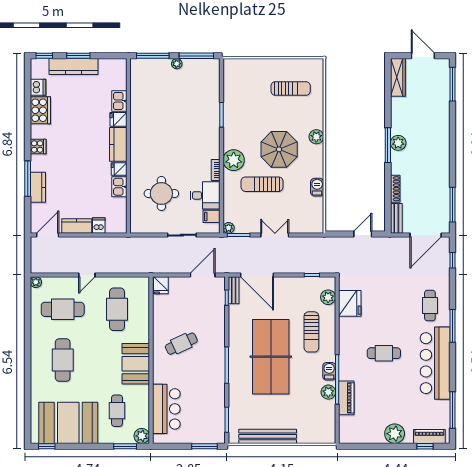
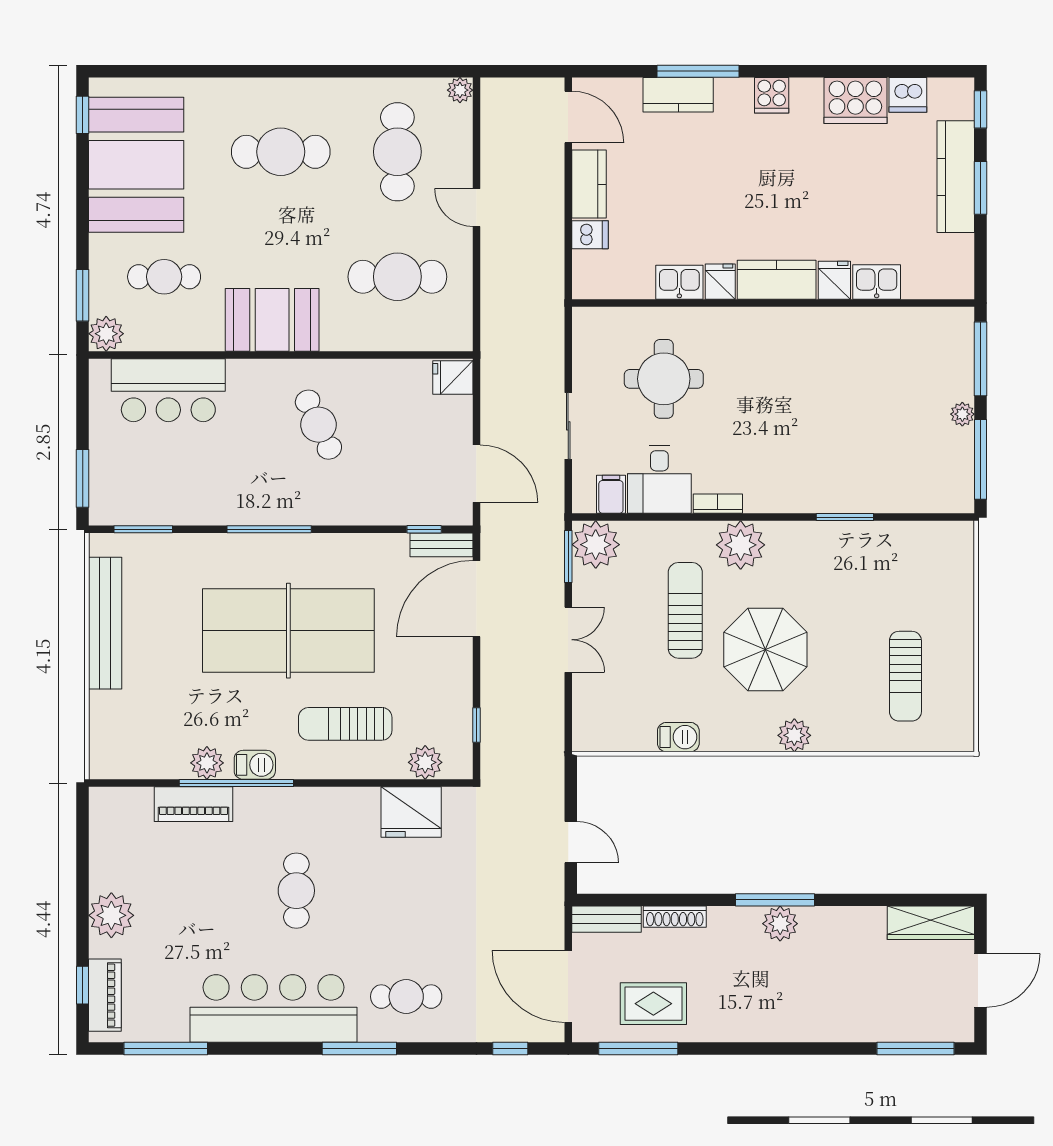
rug: (433, 198) -> (653, 1004), added
plant: (229, 228) -> (596, 545), width x1.87, depth x1.87

